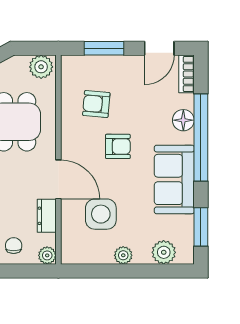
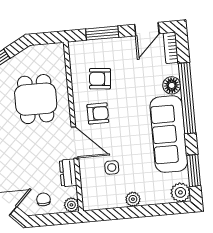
plant: (41, 67) -> (53, 53), removed
armchair: (118, 146) -> (98, 113), moved
sofa: (174, 179) -> (169, 134), width x1.36
side table: (101, 214) -> (112, 167), width x0.54, depth x0.54
plant: (164, 252) -> (180, 192), moved

